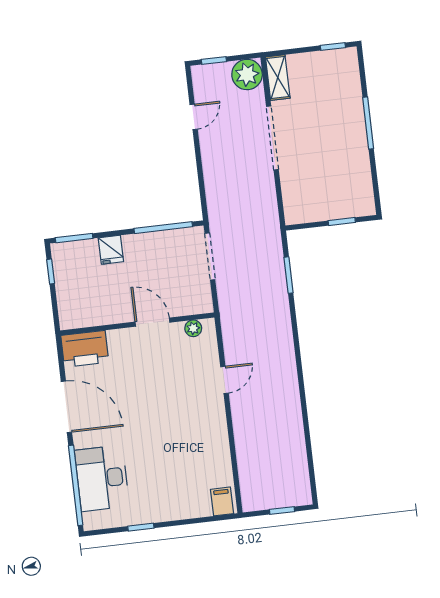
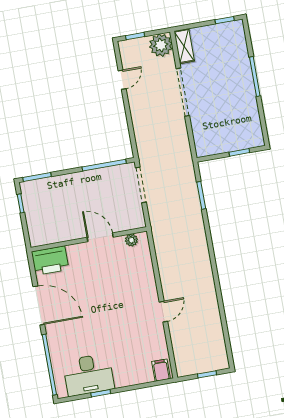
fridge: (111, 250) -> (65, 184), removed
door: (224, 380) -> (163, 312), moved
desk: (102, 478) -> (88, 375), moved, turned -90

